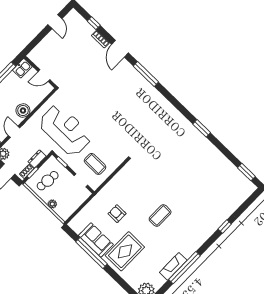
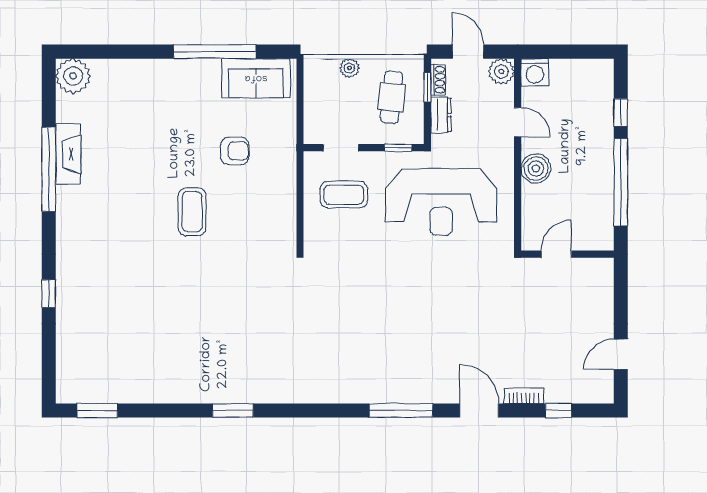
door: (55, 22) -> (621, 354), hinge flipped
kitchen sink: (22, 68) -> (601, 233), removed
coffee table: (160, 216) -> (192, 212), moved
sofa: (96, 240) -> (256, 78), moved
rug: (125, 251) -> (166, 105), removed

